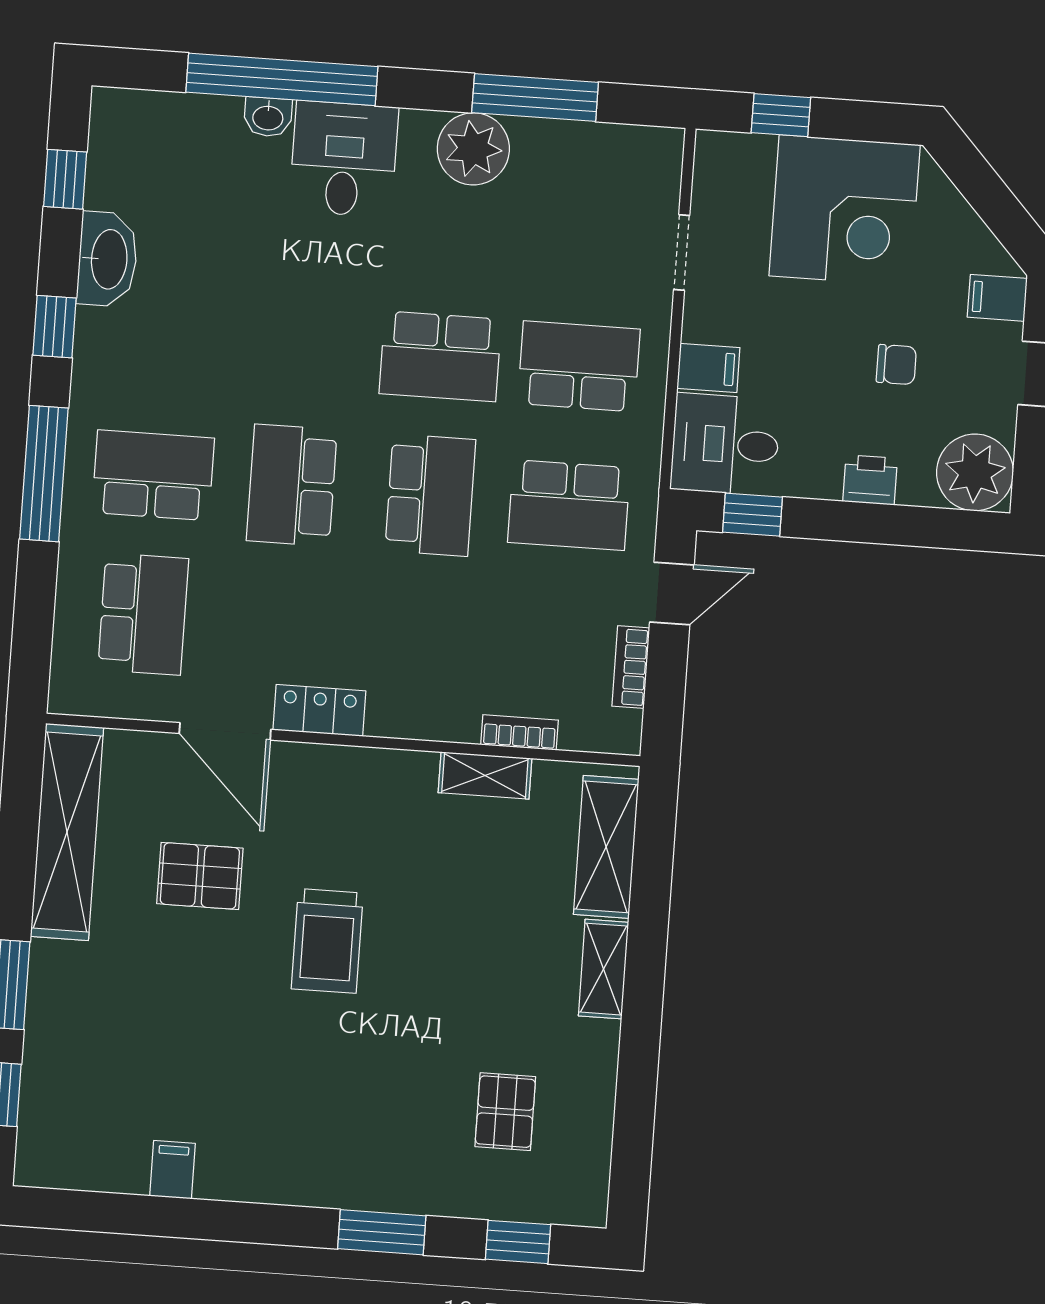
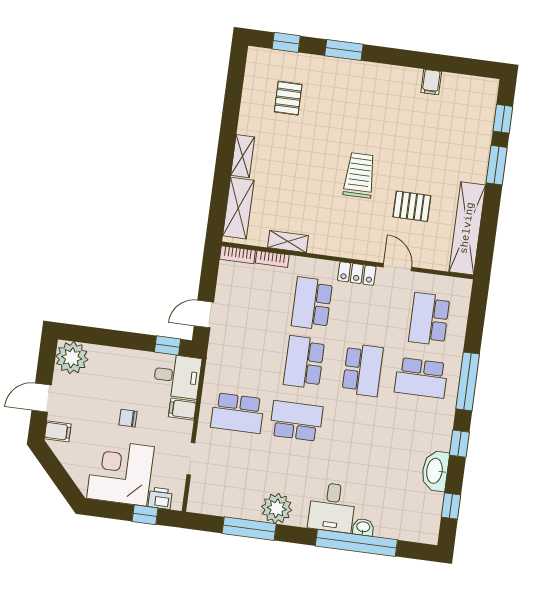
chair: (896, 365) -> (128, 418), moved
printer: (870, 480) -> (160, 498), moved, turned 180
school desk: (569, 505) -> (312, 303), moved, turned -90
bookcase: (631, 667) -> (237, 255), moved, turned 90
door: (225, 731) -> (397, 267), width x0.73

